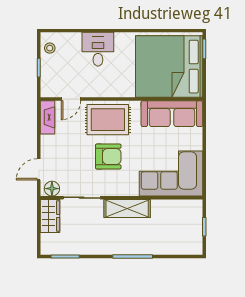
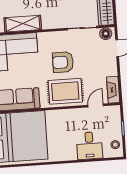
desk: (98, 49) -> (89, 146), moved
shelving: (127, 208) -> (23, 24), moved

